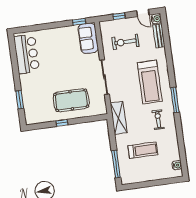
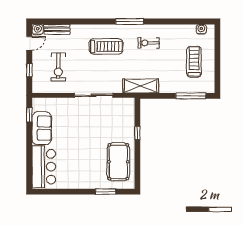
sofa: (88, 38) -> (42, 128), moved, turned -90
bar counter: (27, 54) -> (44, 167), moved, turned 90
treadmill: (150, 82) -> (106, 46), width x0.73, depth x0.73
pool table: (71, 100) -> (118, 162), moved
window: (62, 123) -> (137, 133), moved
treadmill: (143, 150) -> (194, 62), moved

